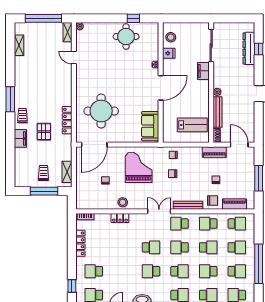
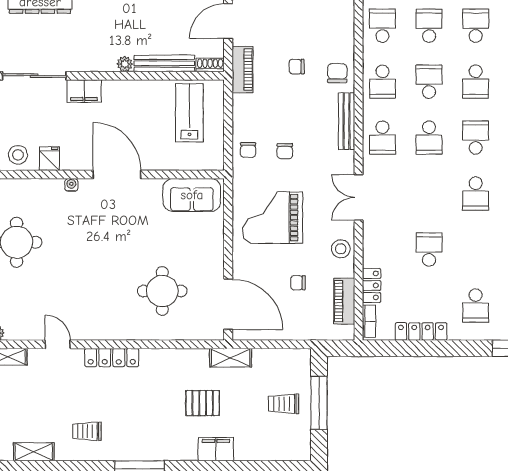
door: (74, 57) -> (58, 344), swing flipped
round table: (101, 111) -> (162, 291), width x0.73, depth x0.73
trolley: (22, 116) -> (87, 431), moved
locker: (67, 120) -> (112, 358), moved
shelving: (67, 172) -> (231, 358), moved
piano: (235, 204) -> (344, 301), moved
double door: (159, 211) -> (359, 197), moved
locker: (120, 218) -> (372, 285), moved
school desk: (151, 247) -> (429, 250), moved

